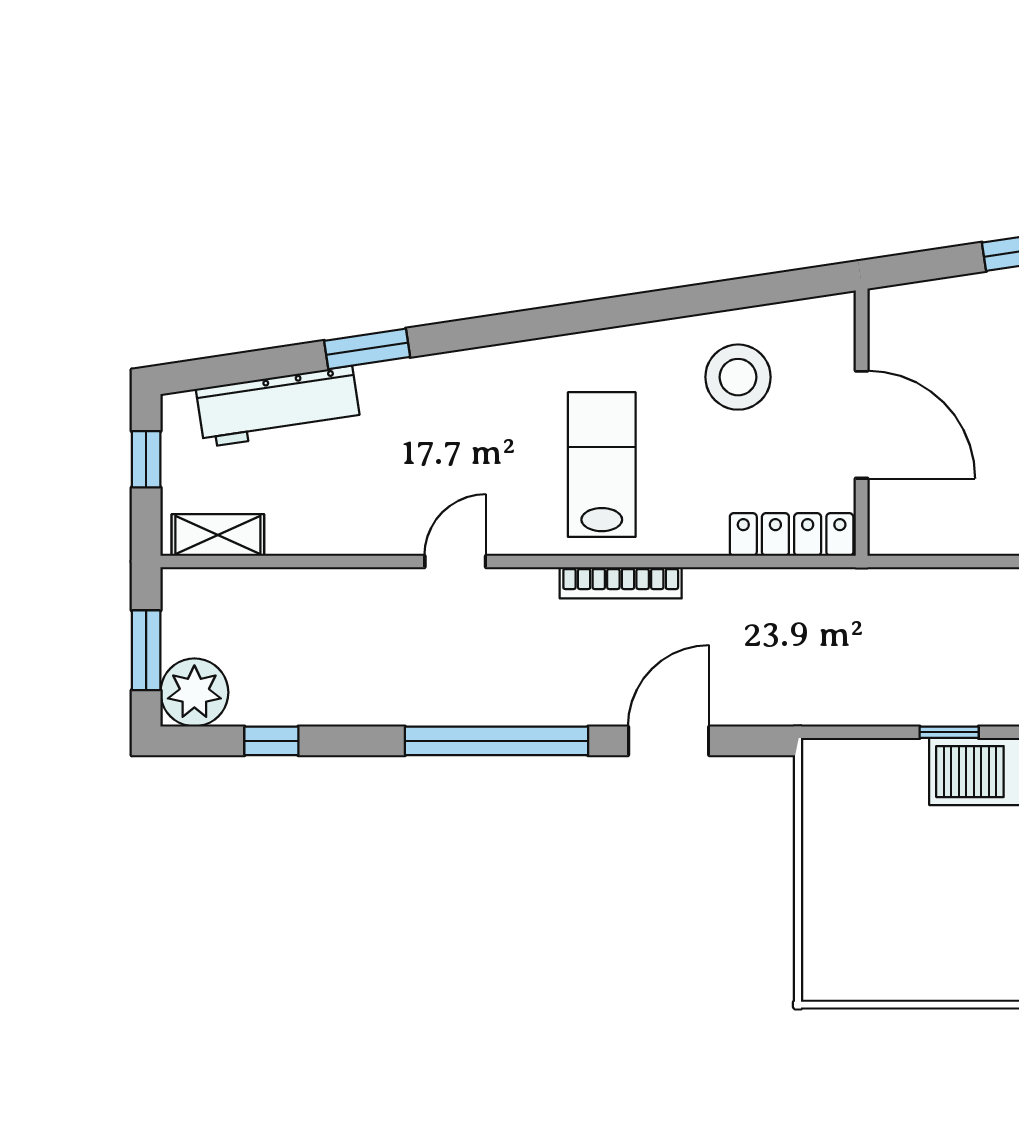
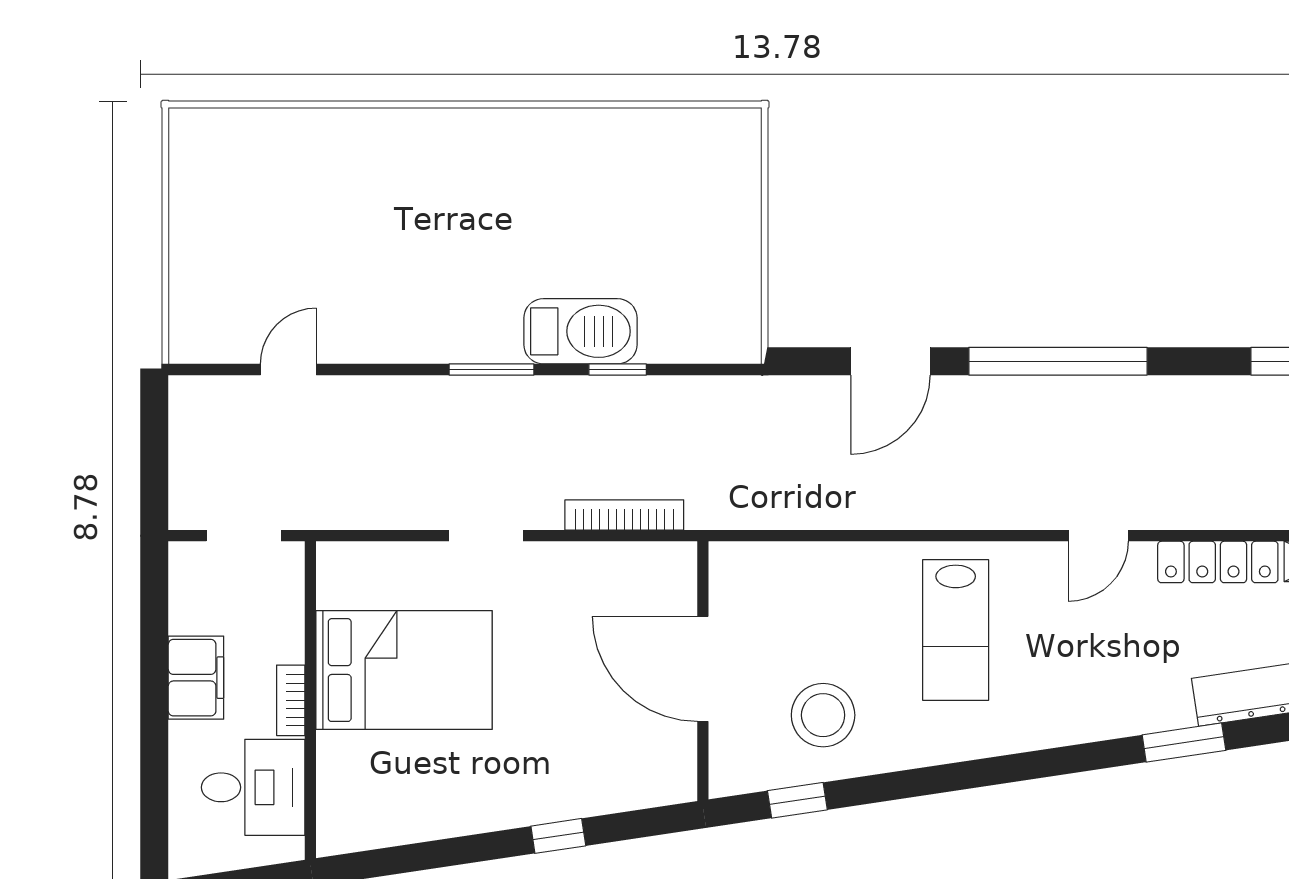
window: (764, 290) -> (797, 800), added
locker: (792, 534) -> (1218, 562), moved
bookcase: (621, 583) -> (624, 515), moved

